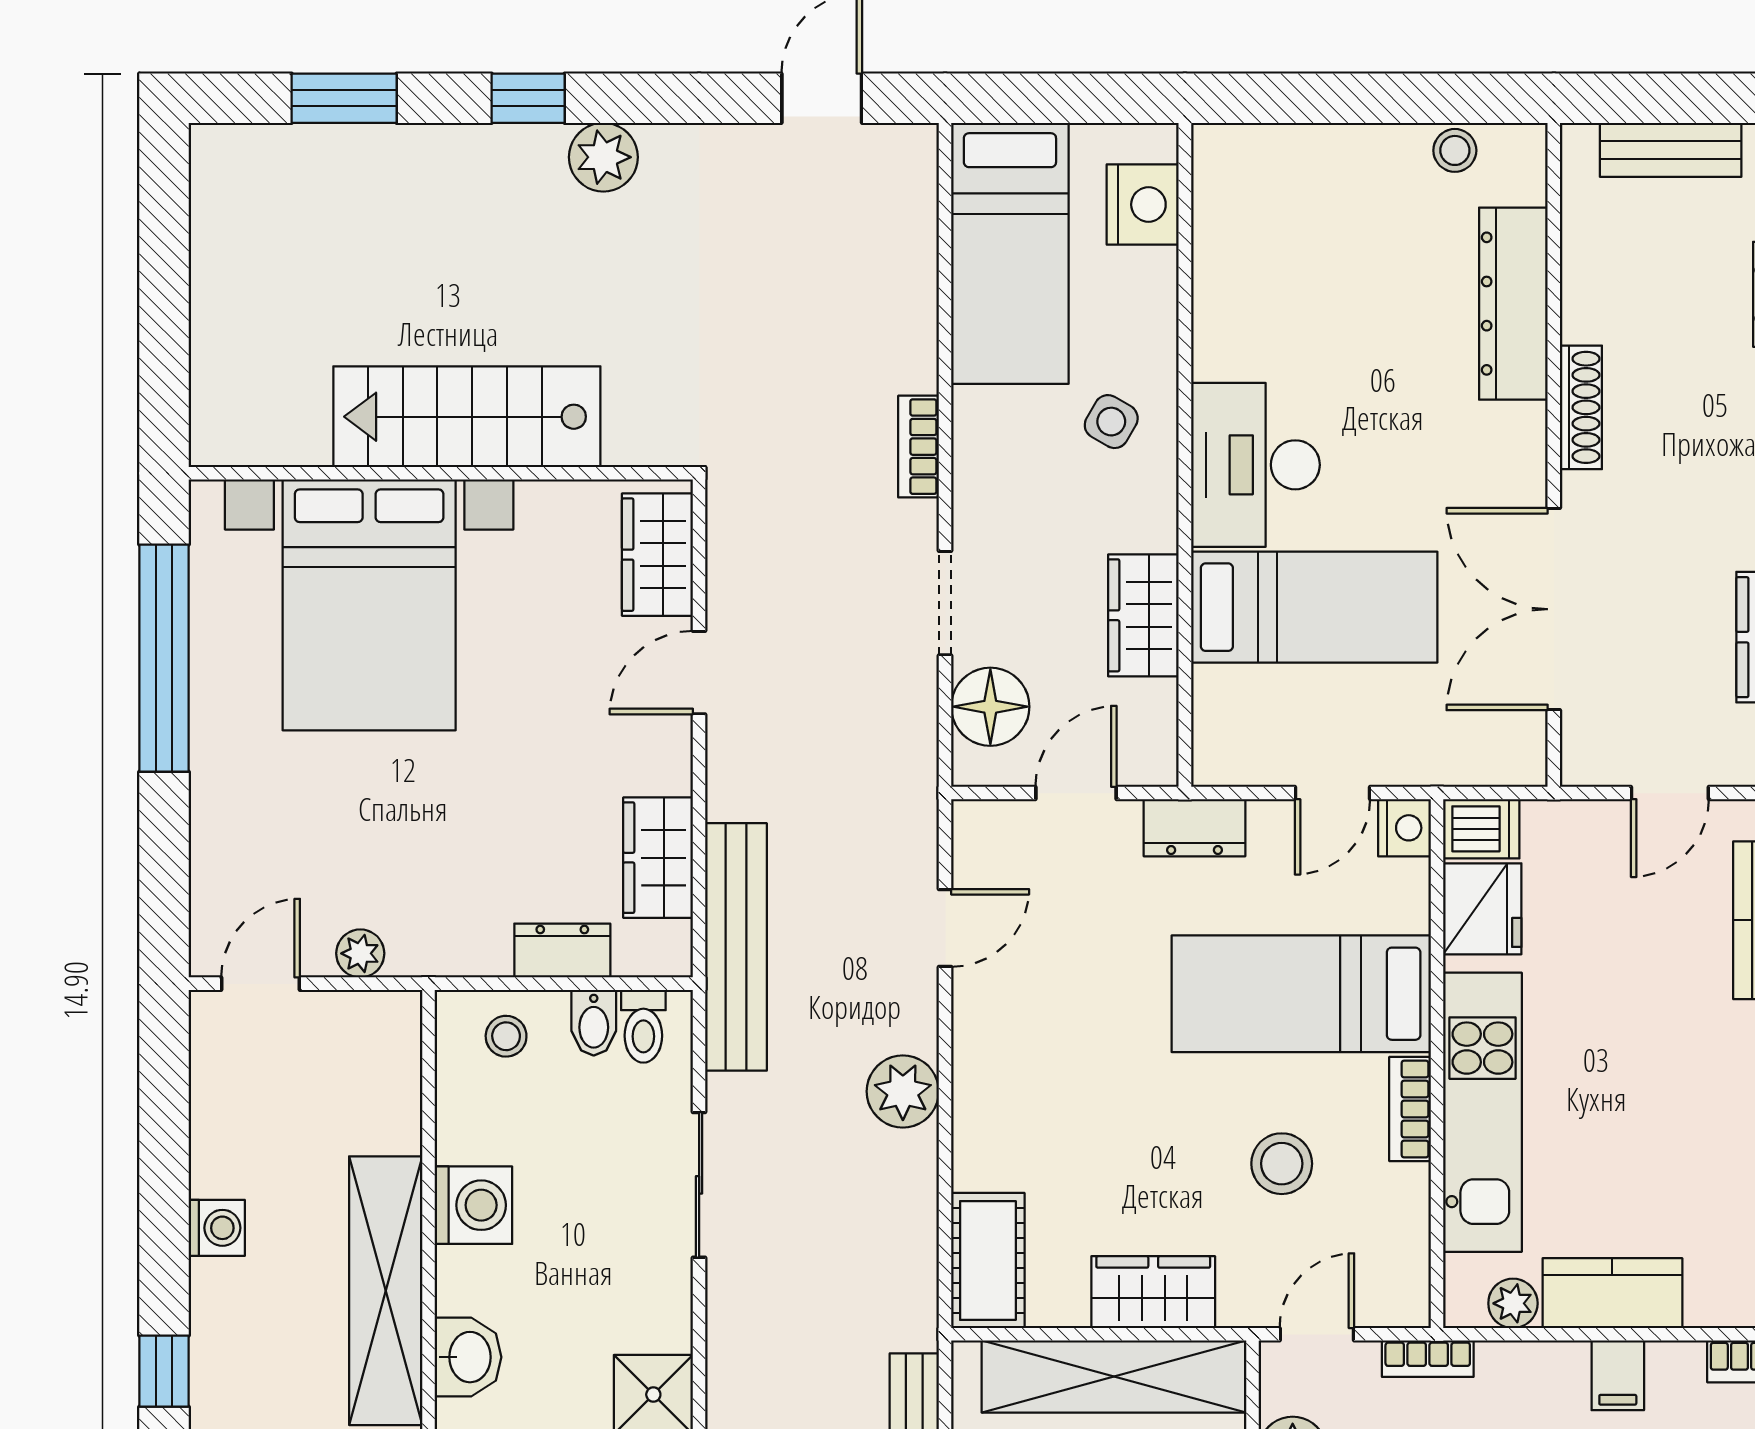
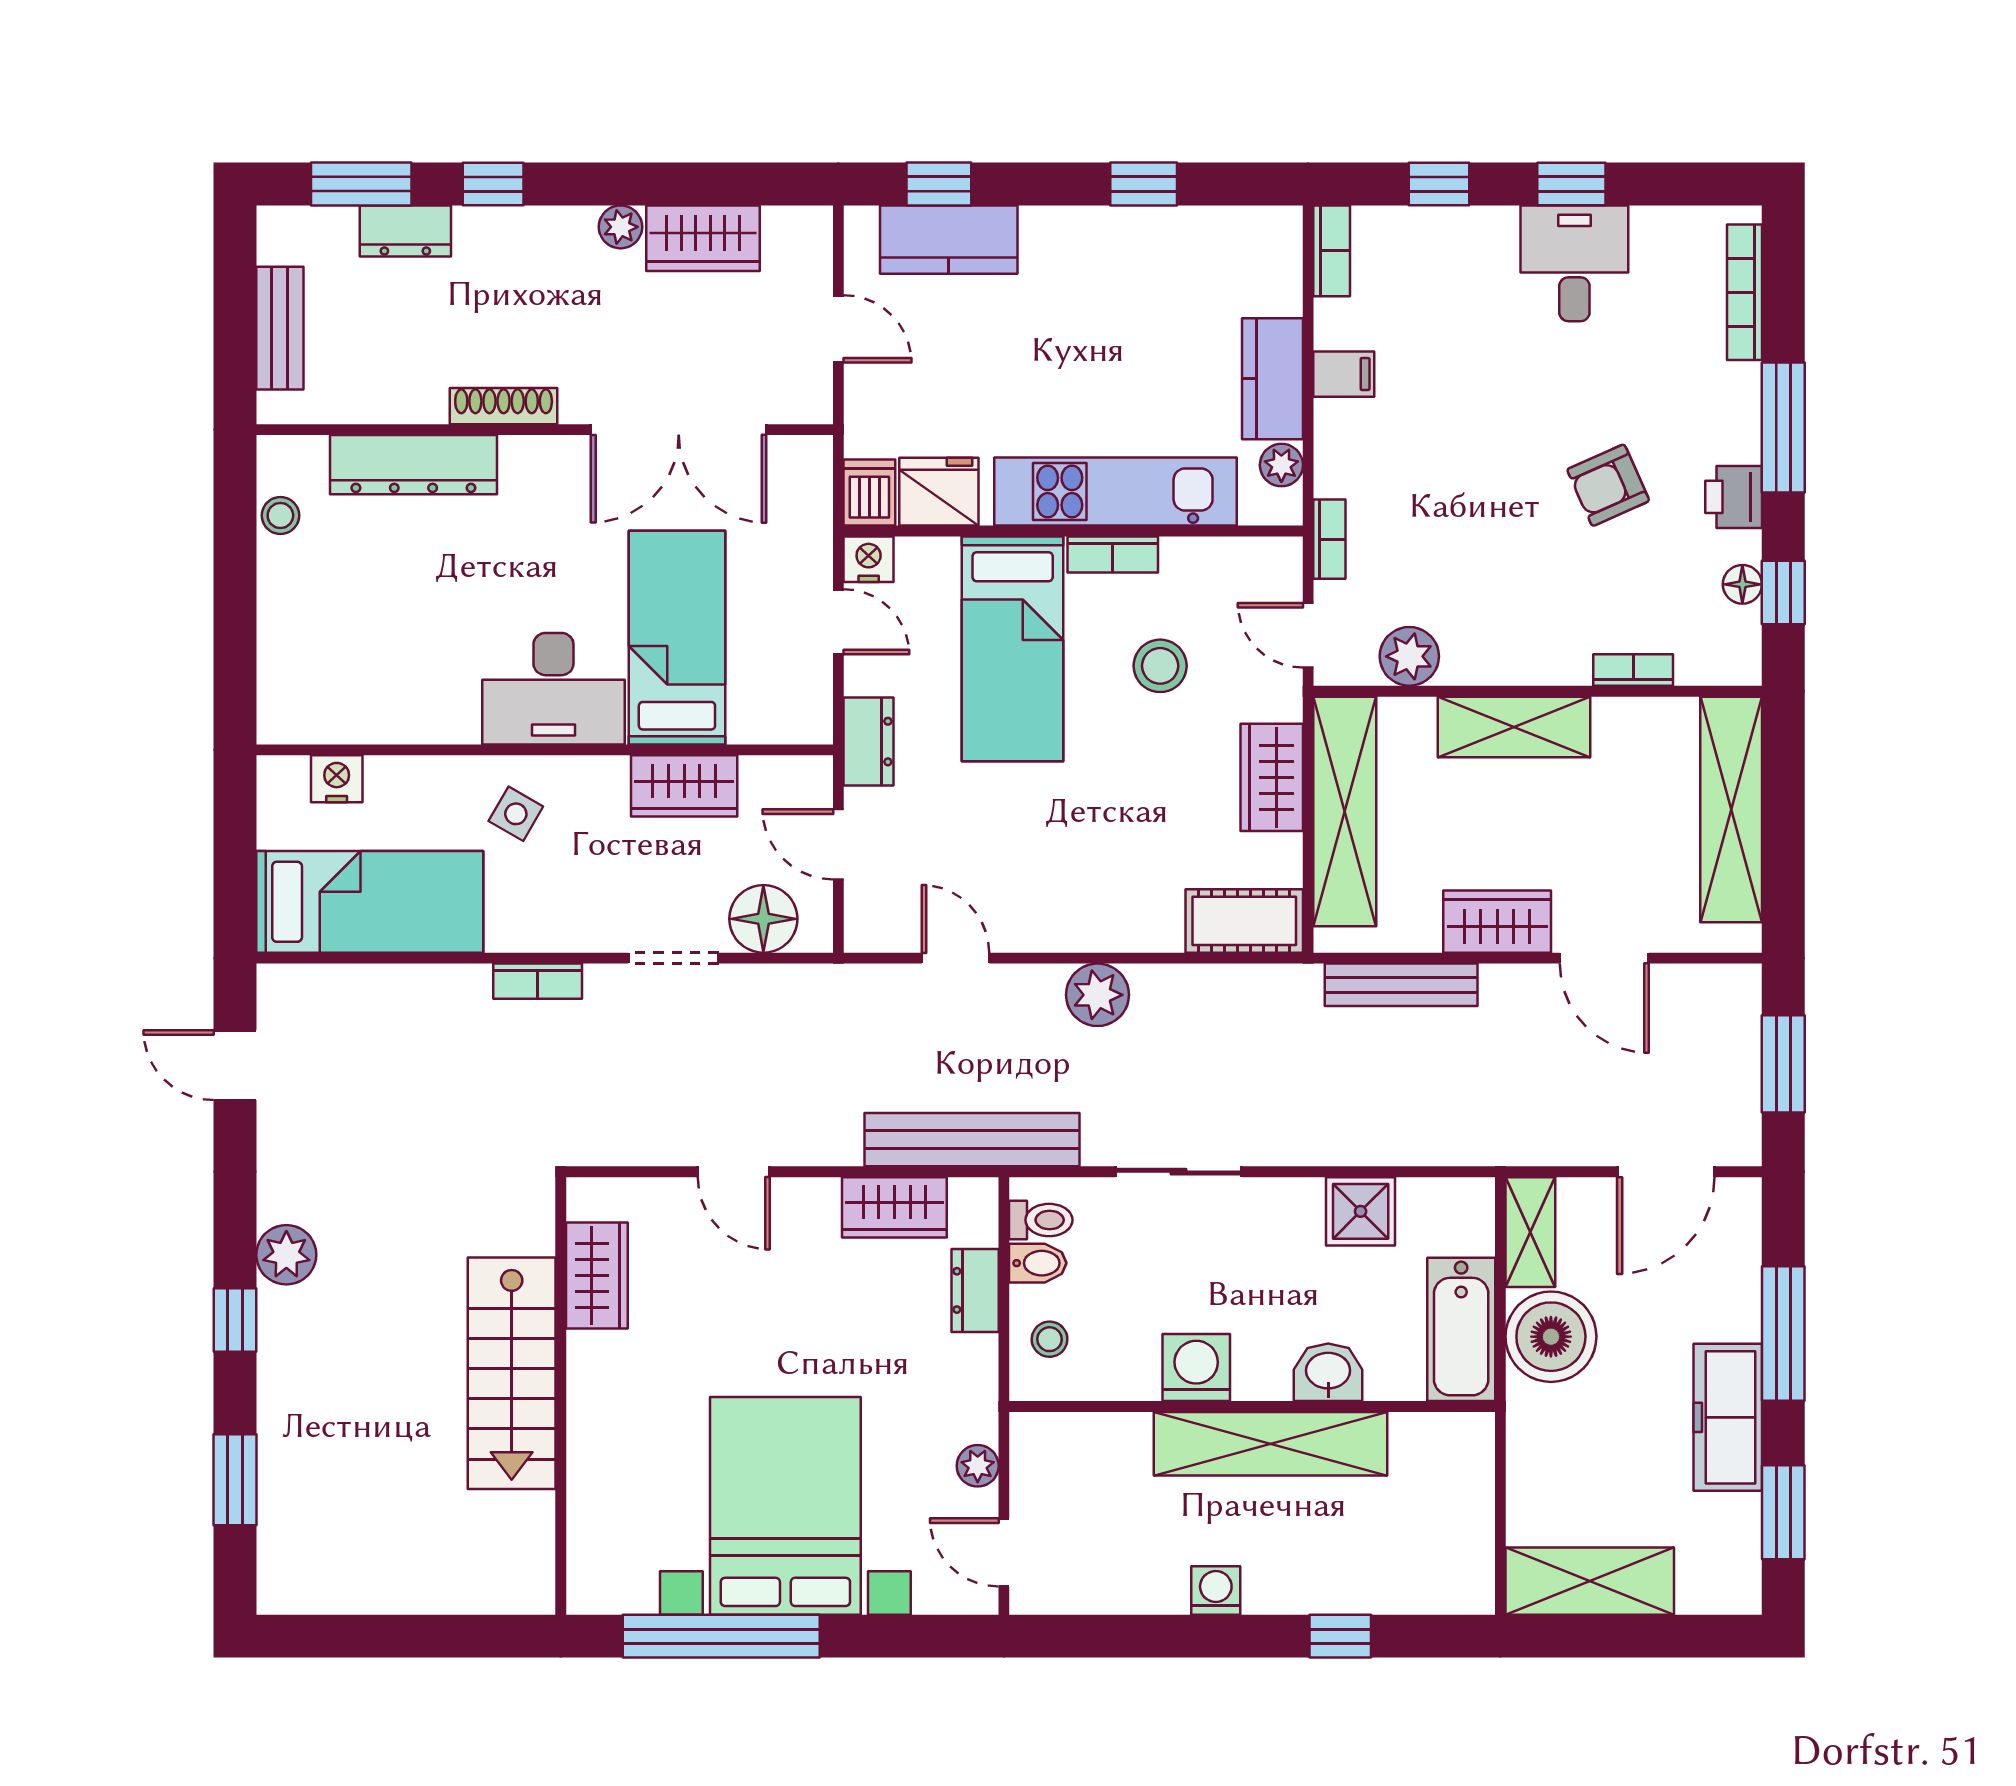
nightstand: (1143, 205) -> (337, 779), width x0.74, depth x0.75
wardrobe: (657, 555) -> (597, 1276), moved, turned -90
bed with nightstands: (369, 605) -> (785, 1506), moved, turned -90

